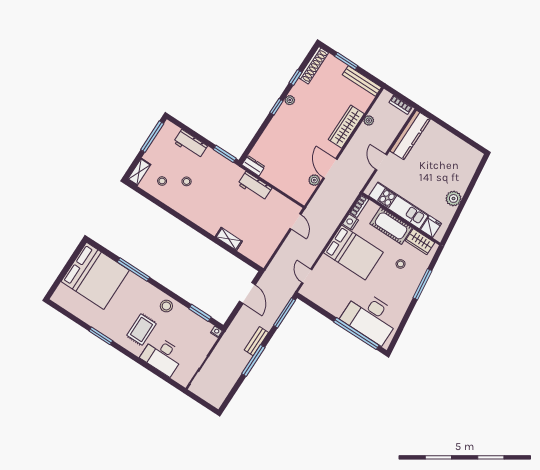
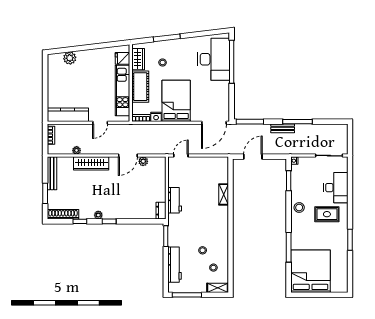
workbench: (190, 144) -> (175, 265), width x1.38
plant: (453, 198) -> (70, 58), moved
door: (307, 276) -> (214, 123), width x1.88

